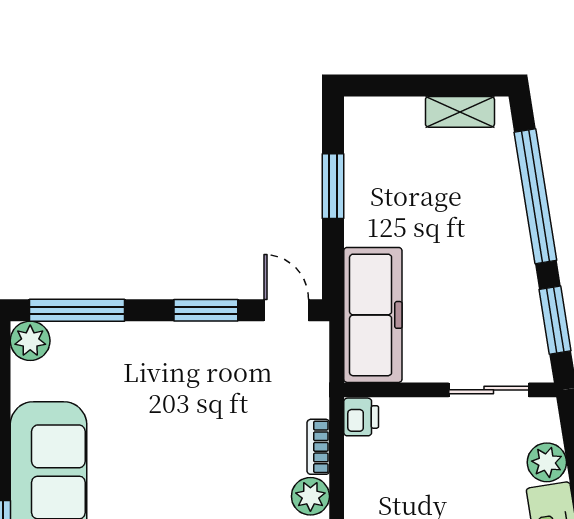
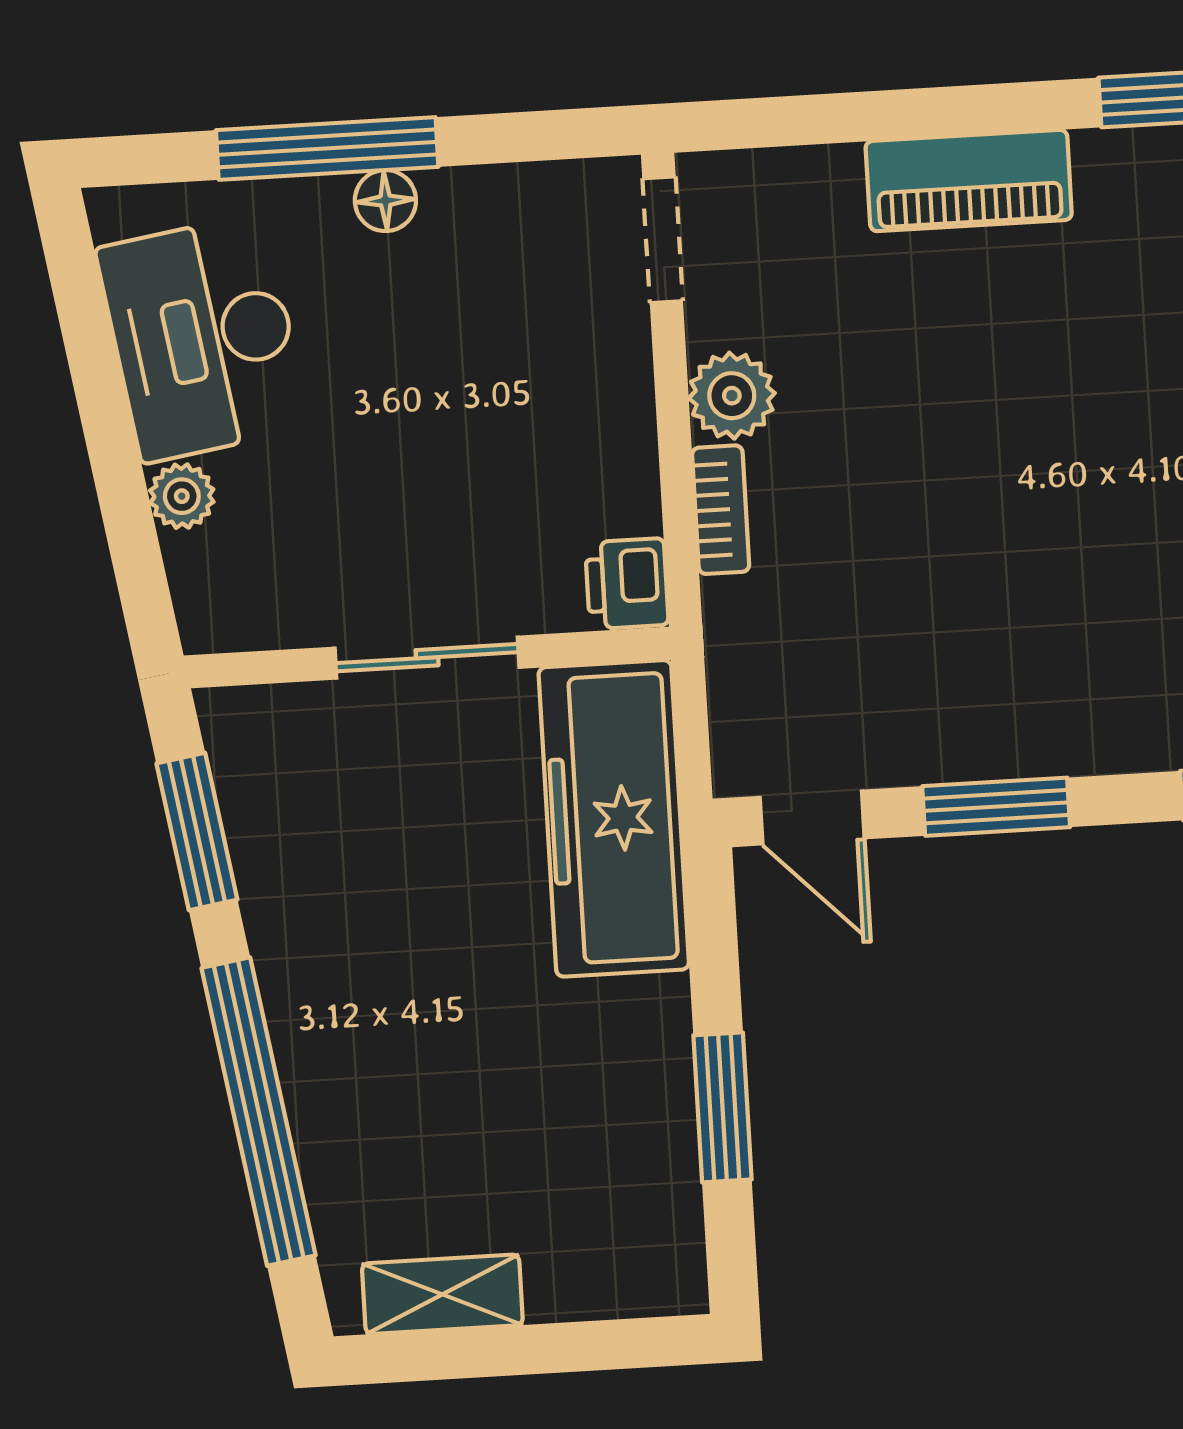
sliding door: (489, 390) -> (427, 658), moved
plant: (547, 462) -> (182, 496), width x0.73, depth x0.73

